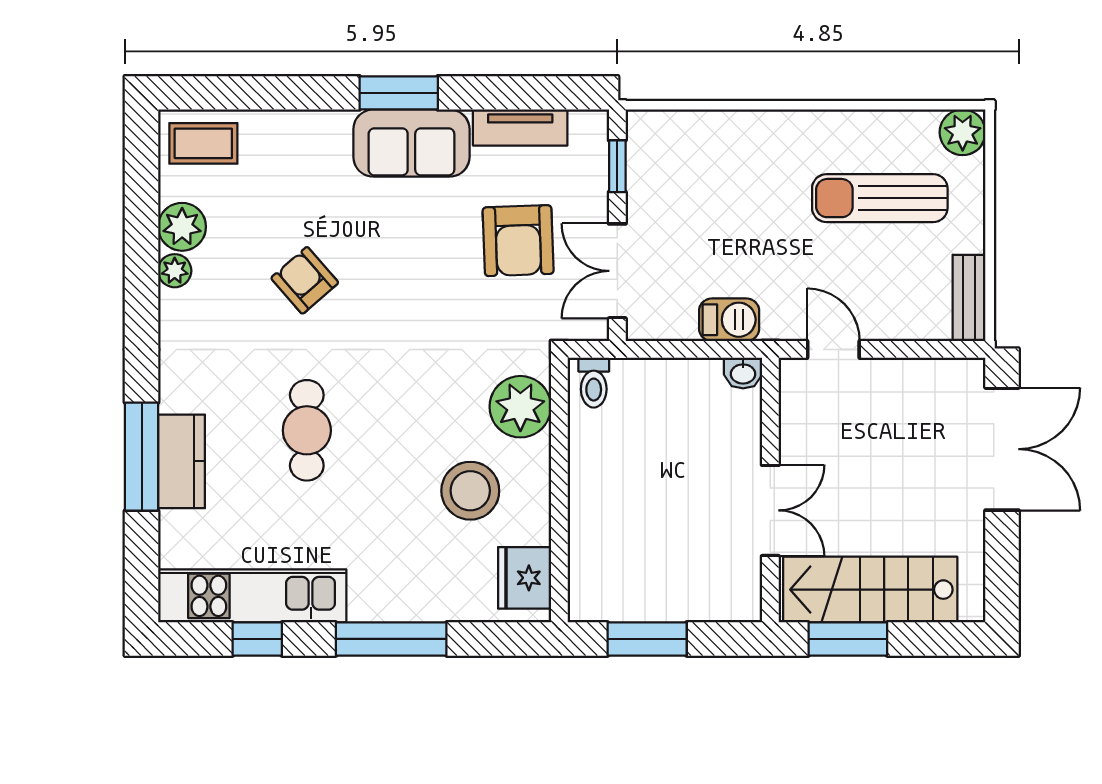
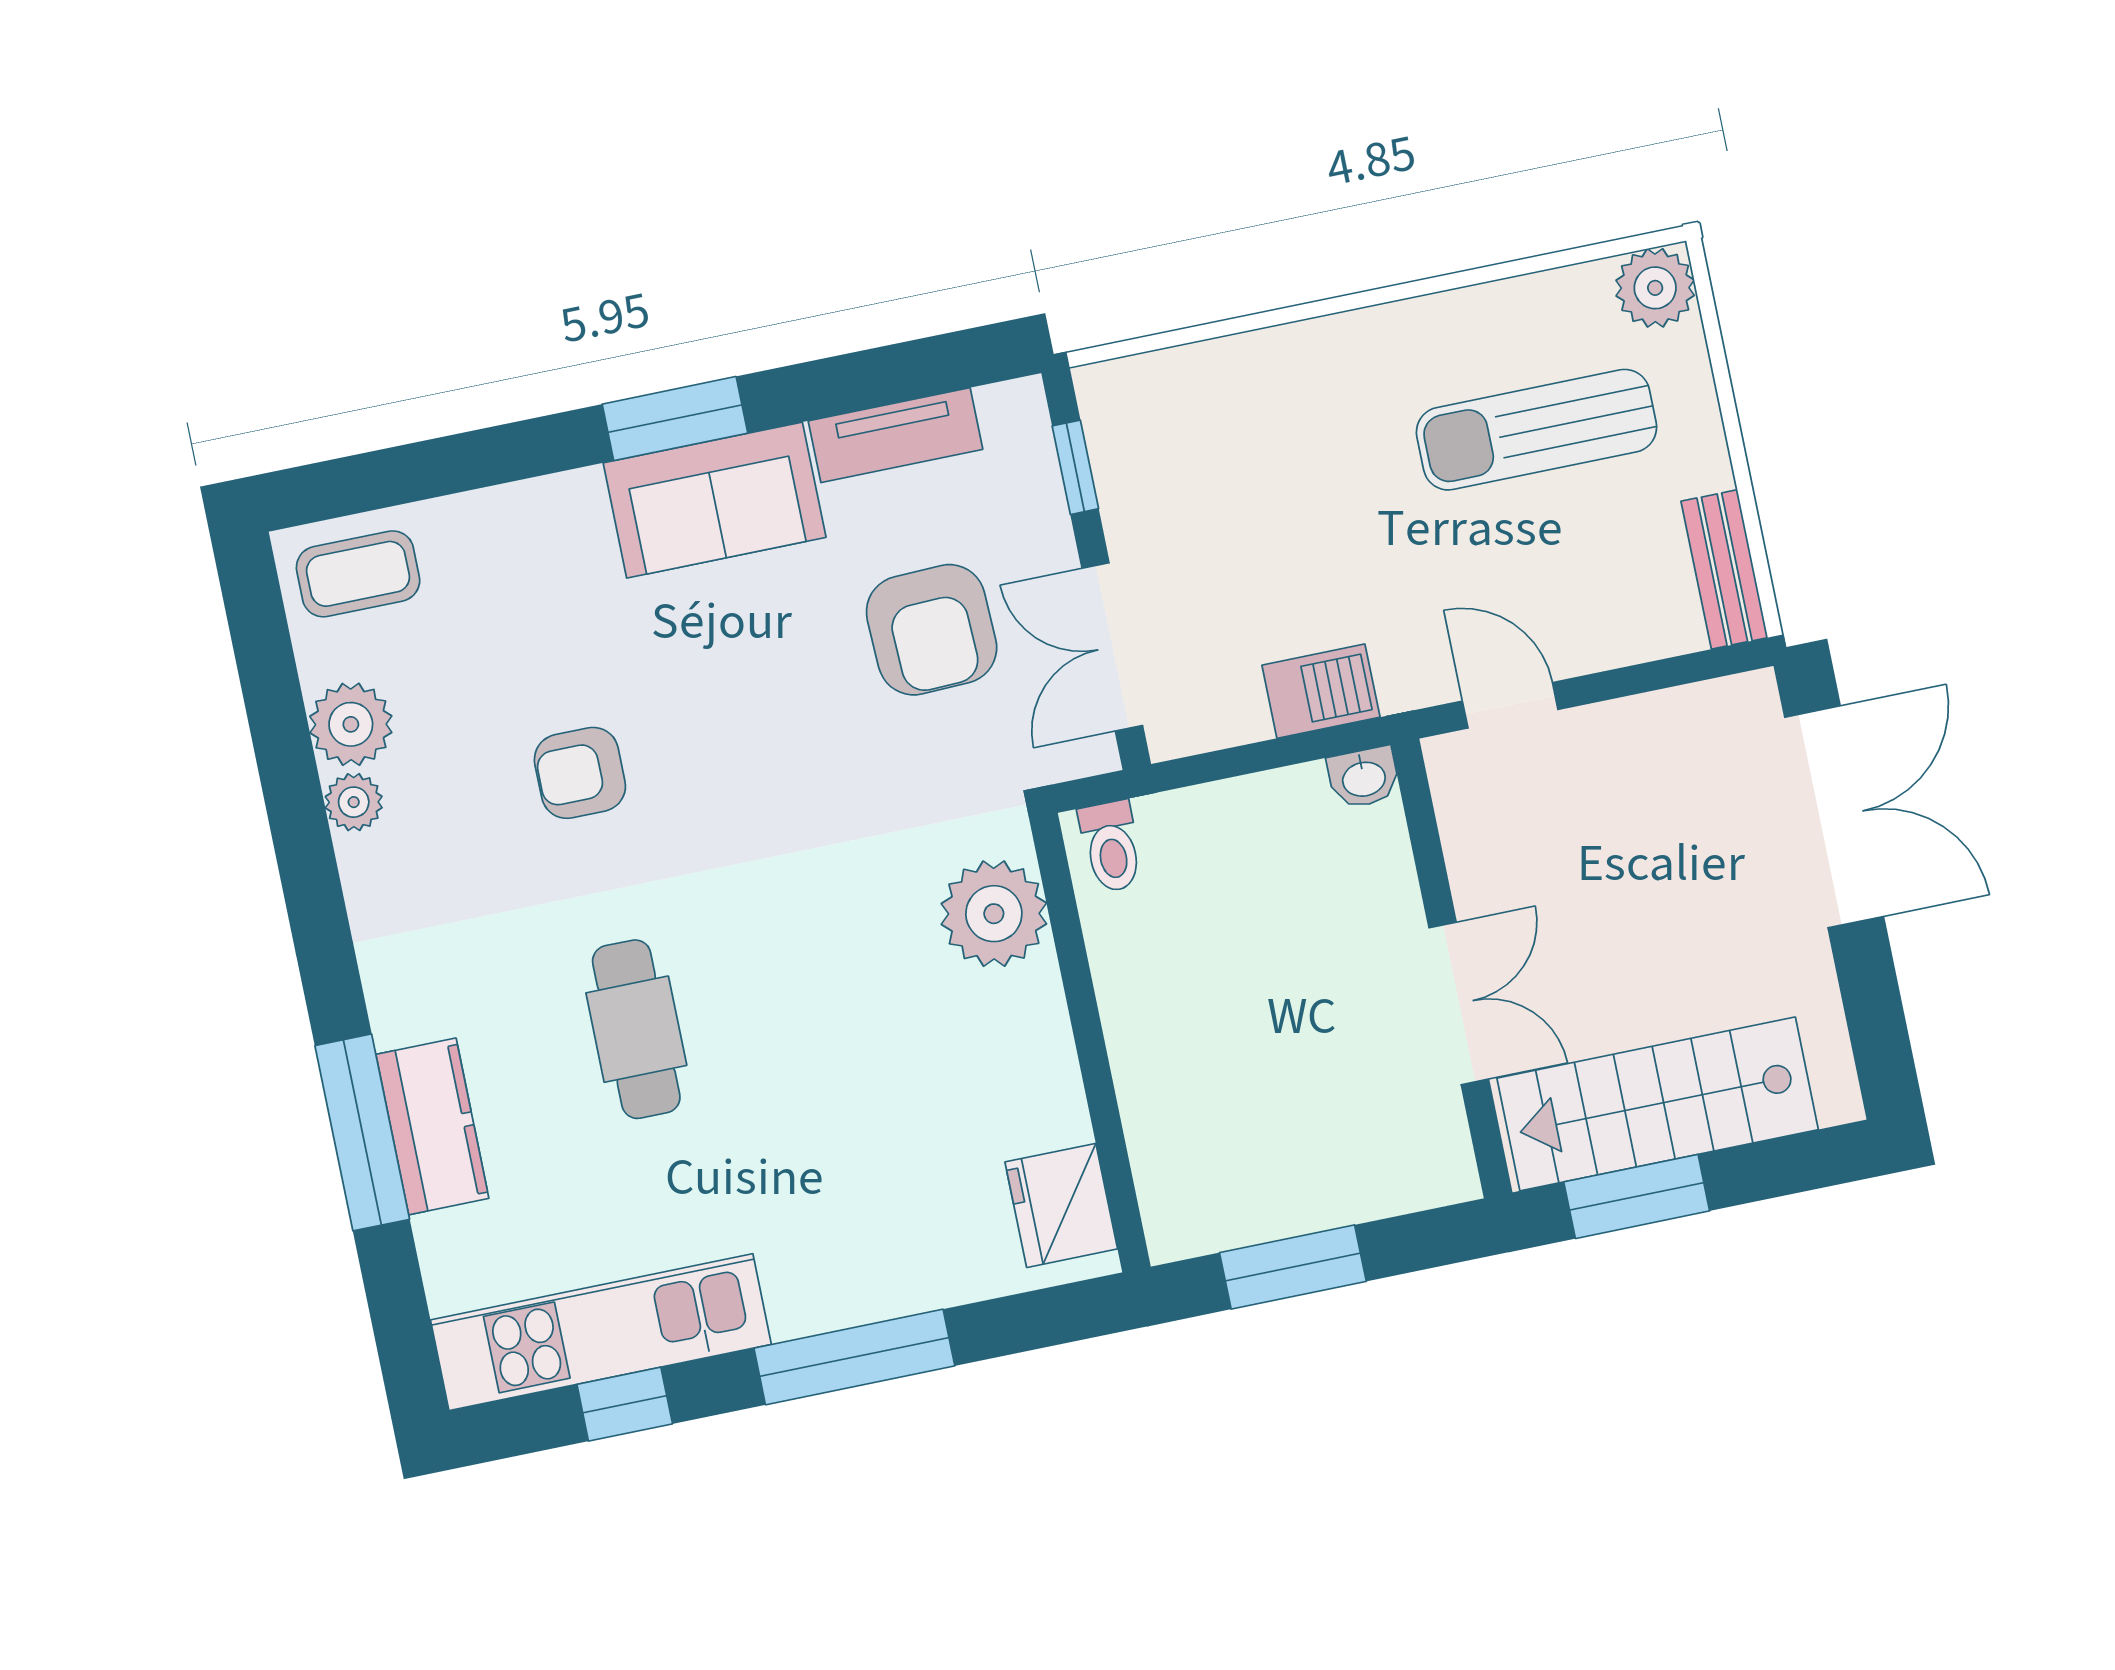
armchair: (305, 280) -> (580, 773), turned -49
stool: (470, 491) -> (938, 1075), removed

